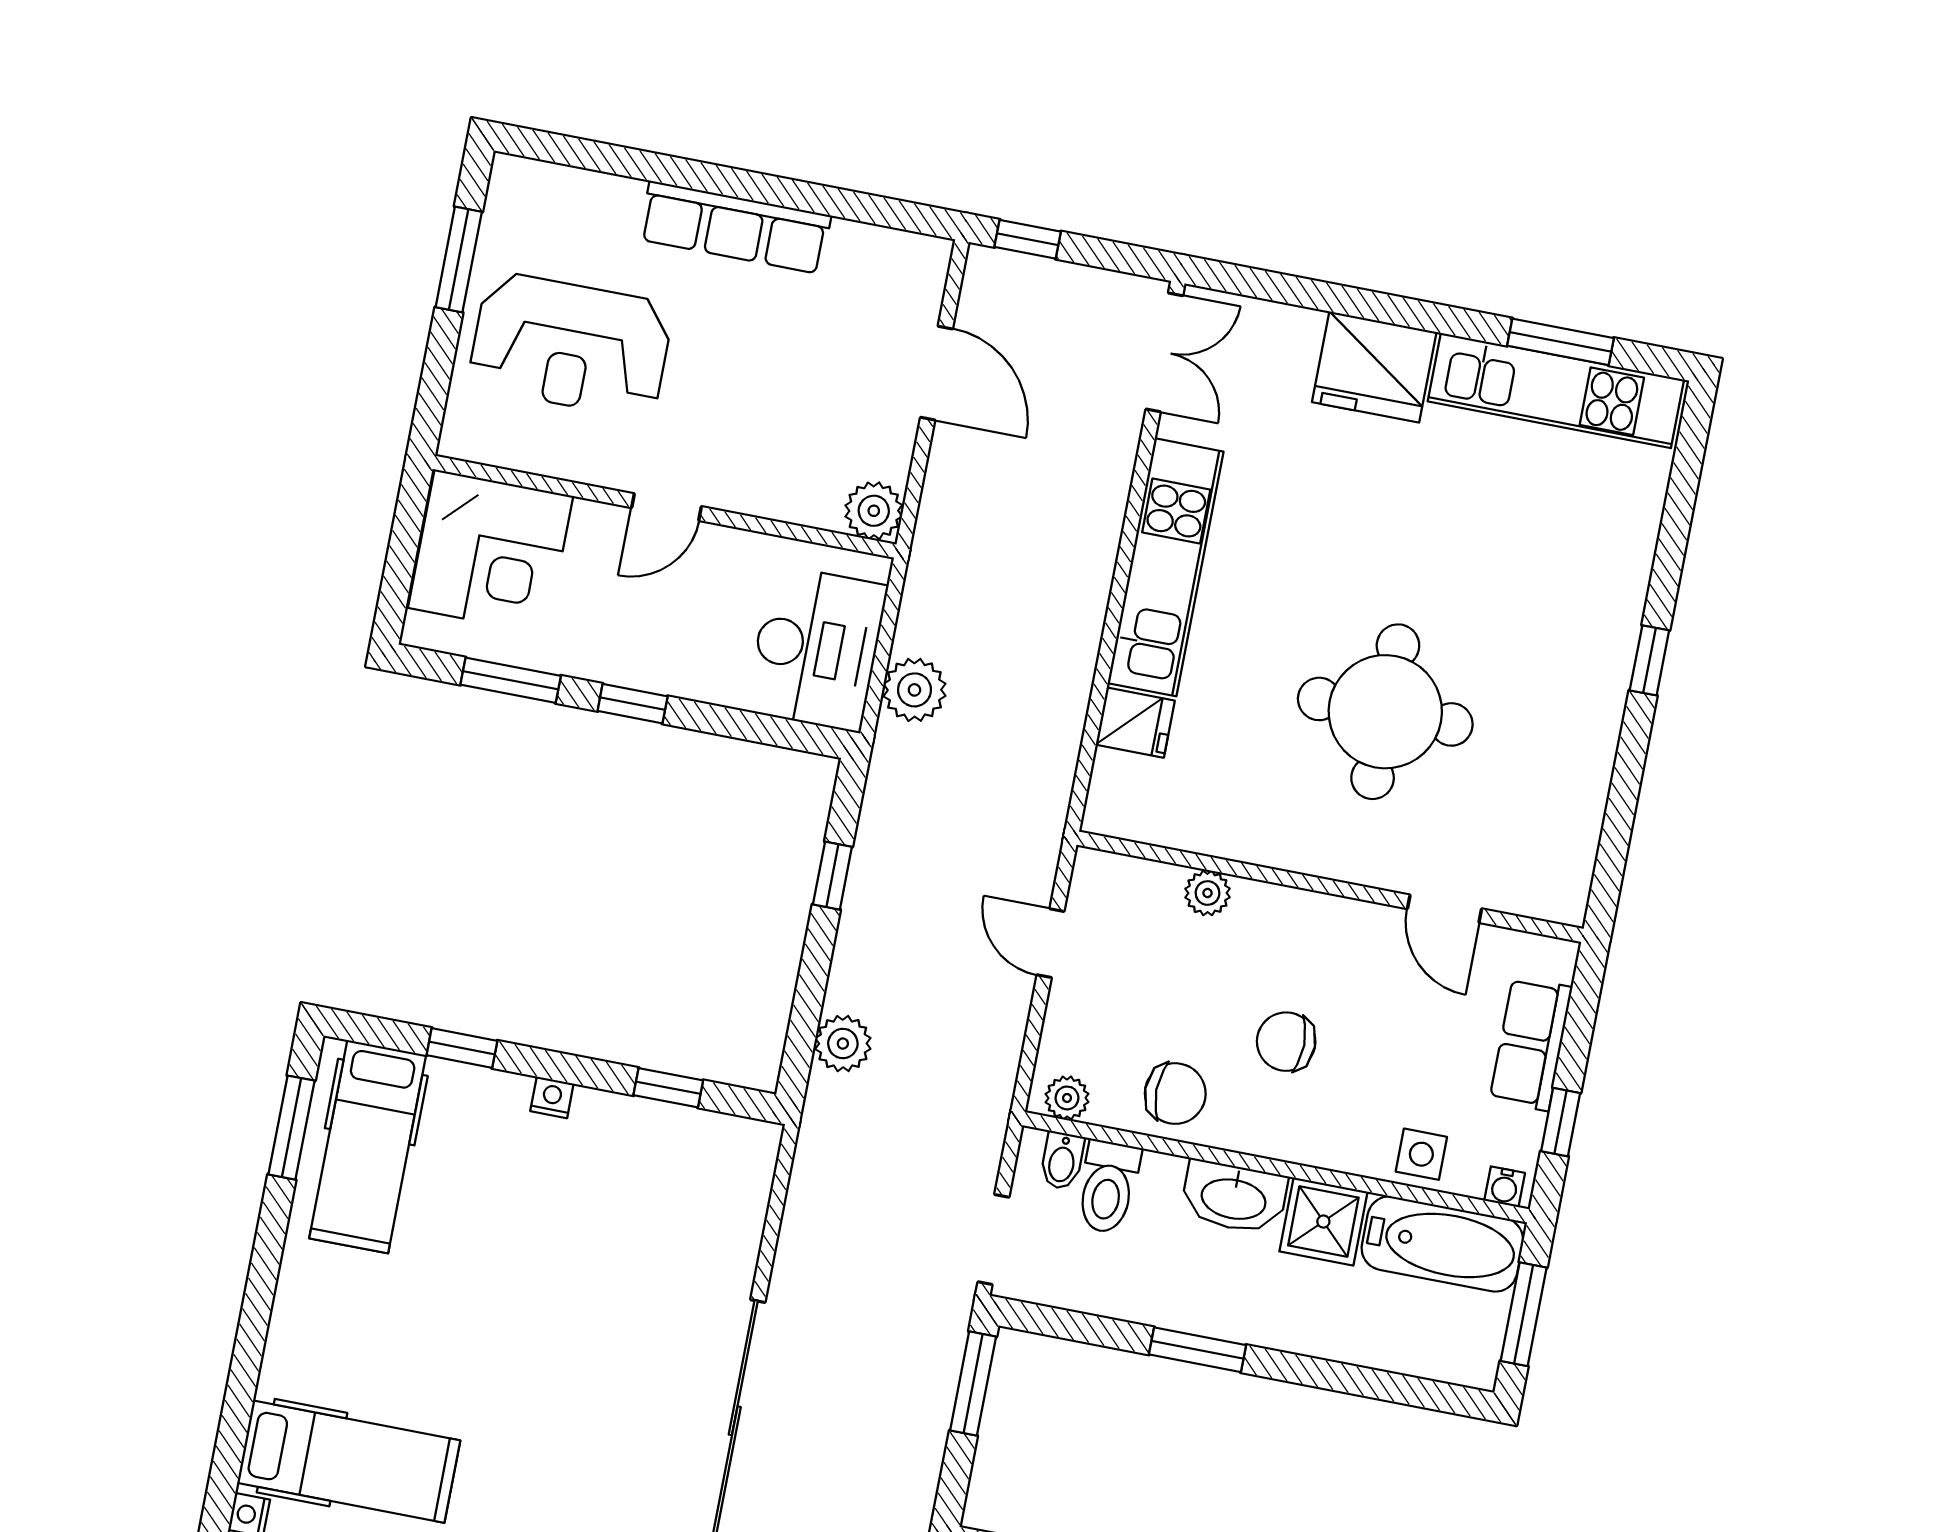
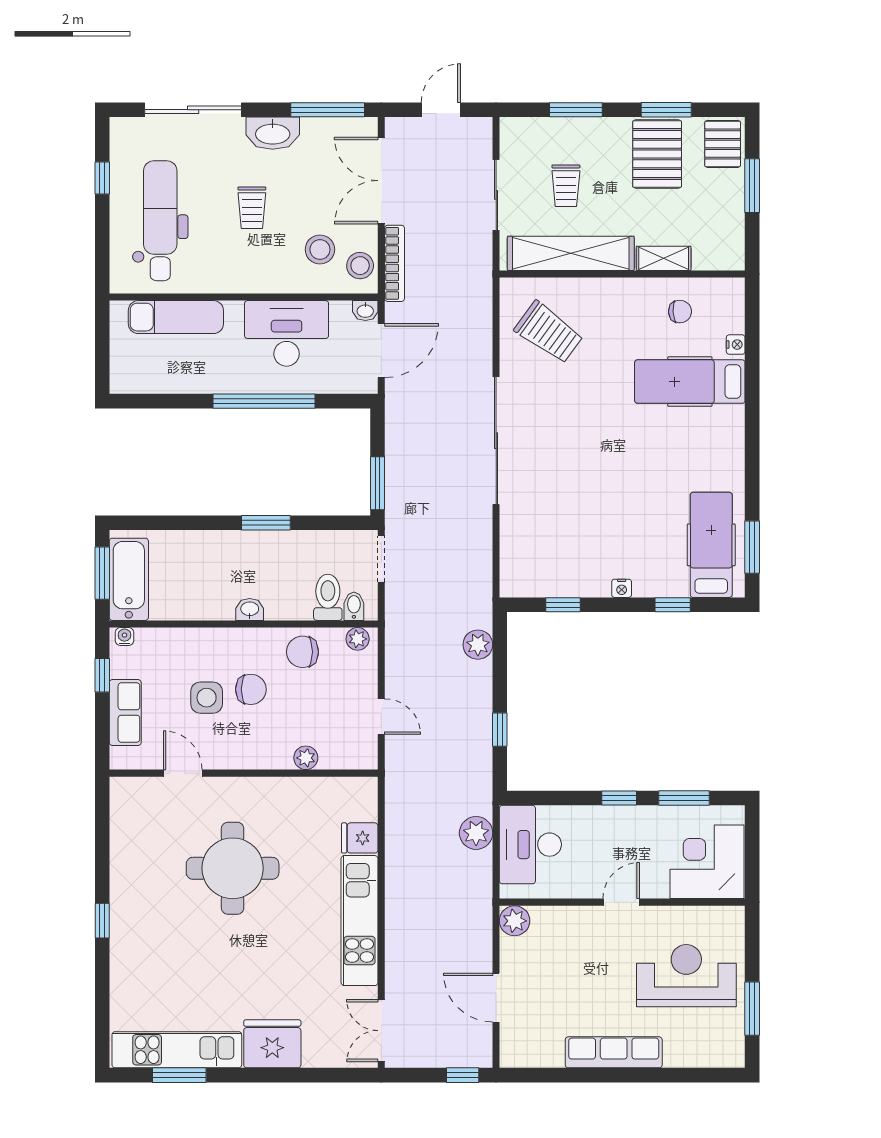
side table: (1421, 1154) -> (207, 698), moved, width x1.37, depth x1.37
washbasin: (1234, 1197) -> (250, 609), width x0.52, depth x0.69
shower: (1323, 1222) -> (214, 601), removed
bathtub: (1442, 1244) -> (129, 579), moved, turned 90

